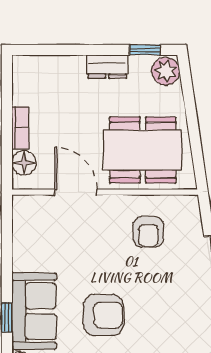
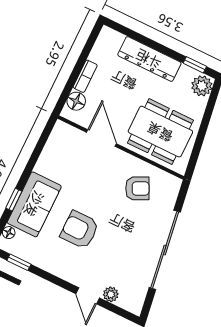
dresser: (107, 67) -> (149, 59), width x1.96, depth x1.24
armchair: (148, 232) -> (137, 188), turned -116
armchair: (103, 315) -> (80, 230), turned 180

